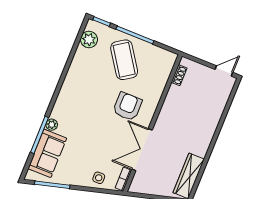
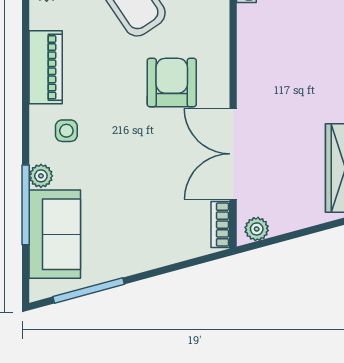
piano: (73, 77) -> (46, 67), added
side table: (99, 178) -> (66, 131), moved
plant: (139, 188) -> (257, 229), added

